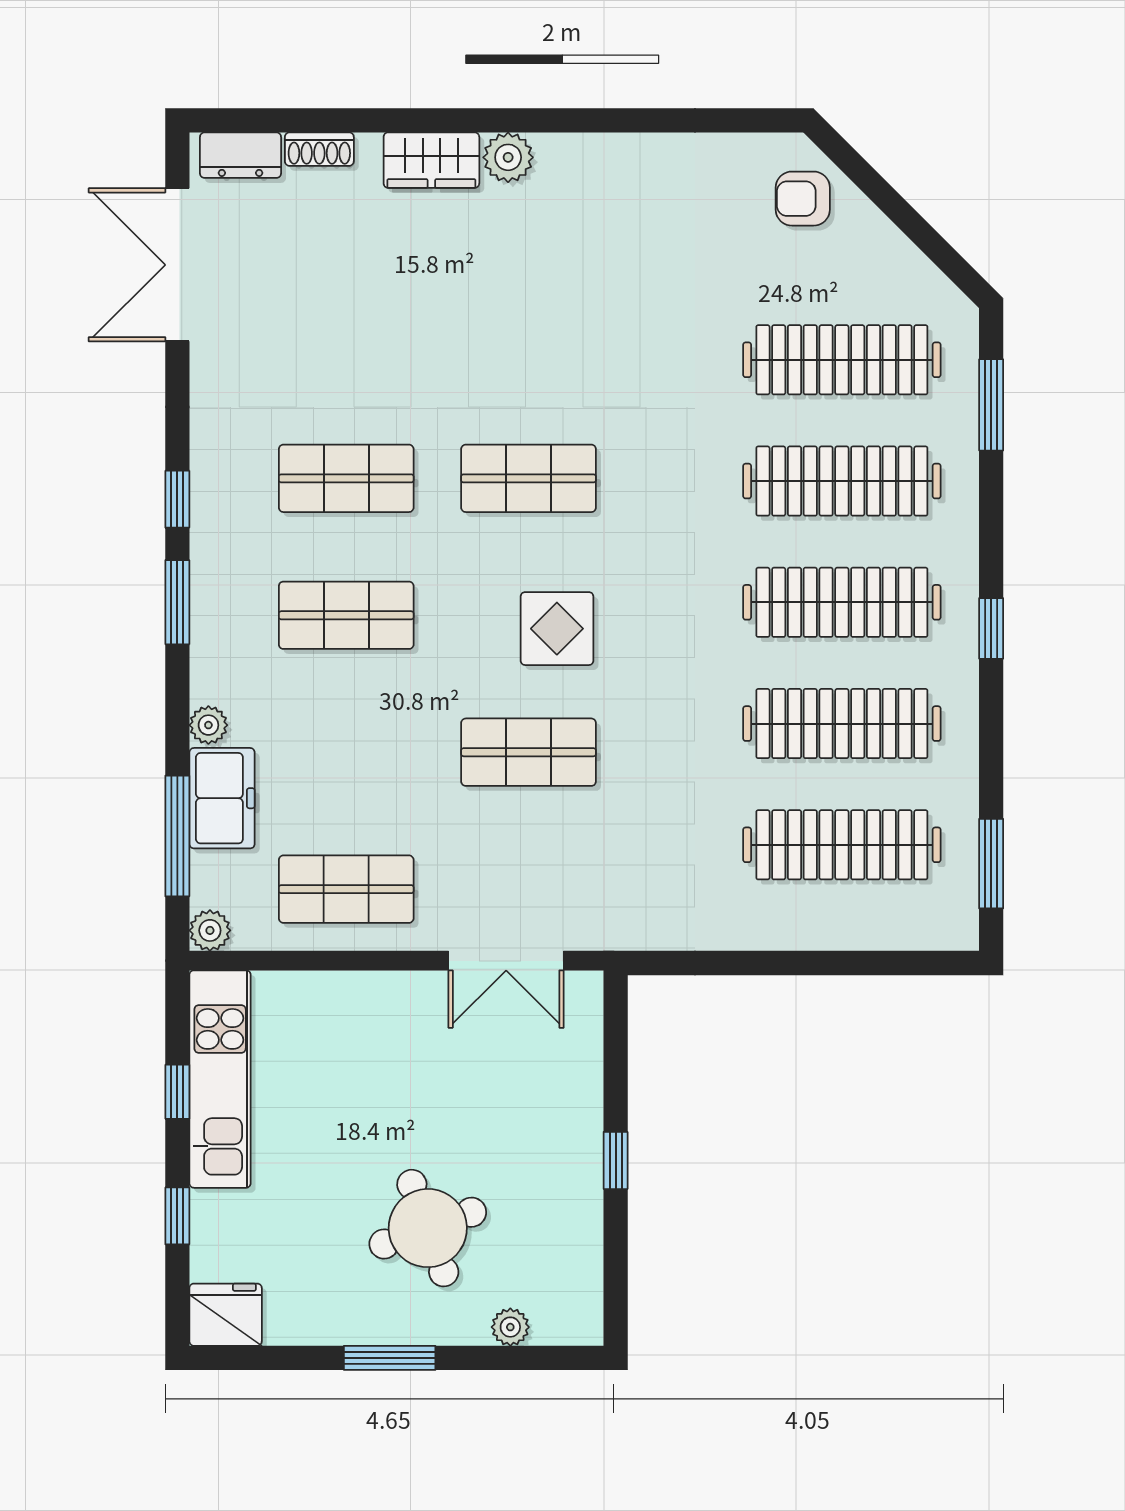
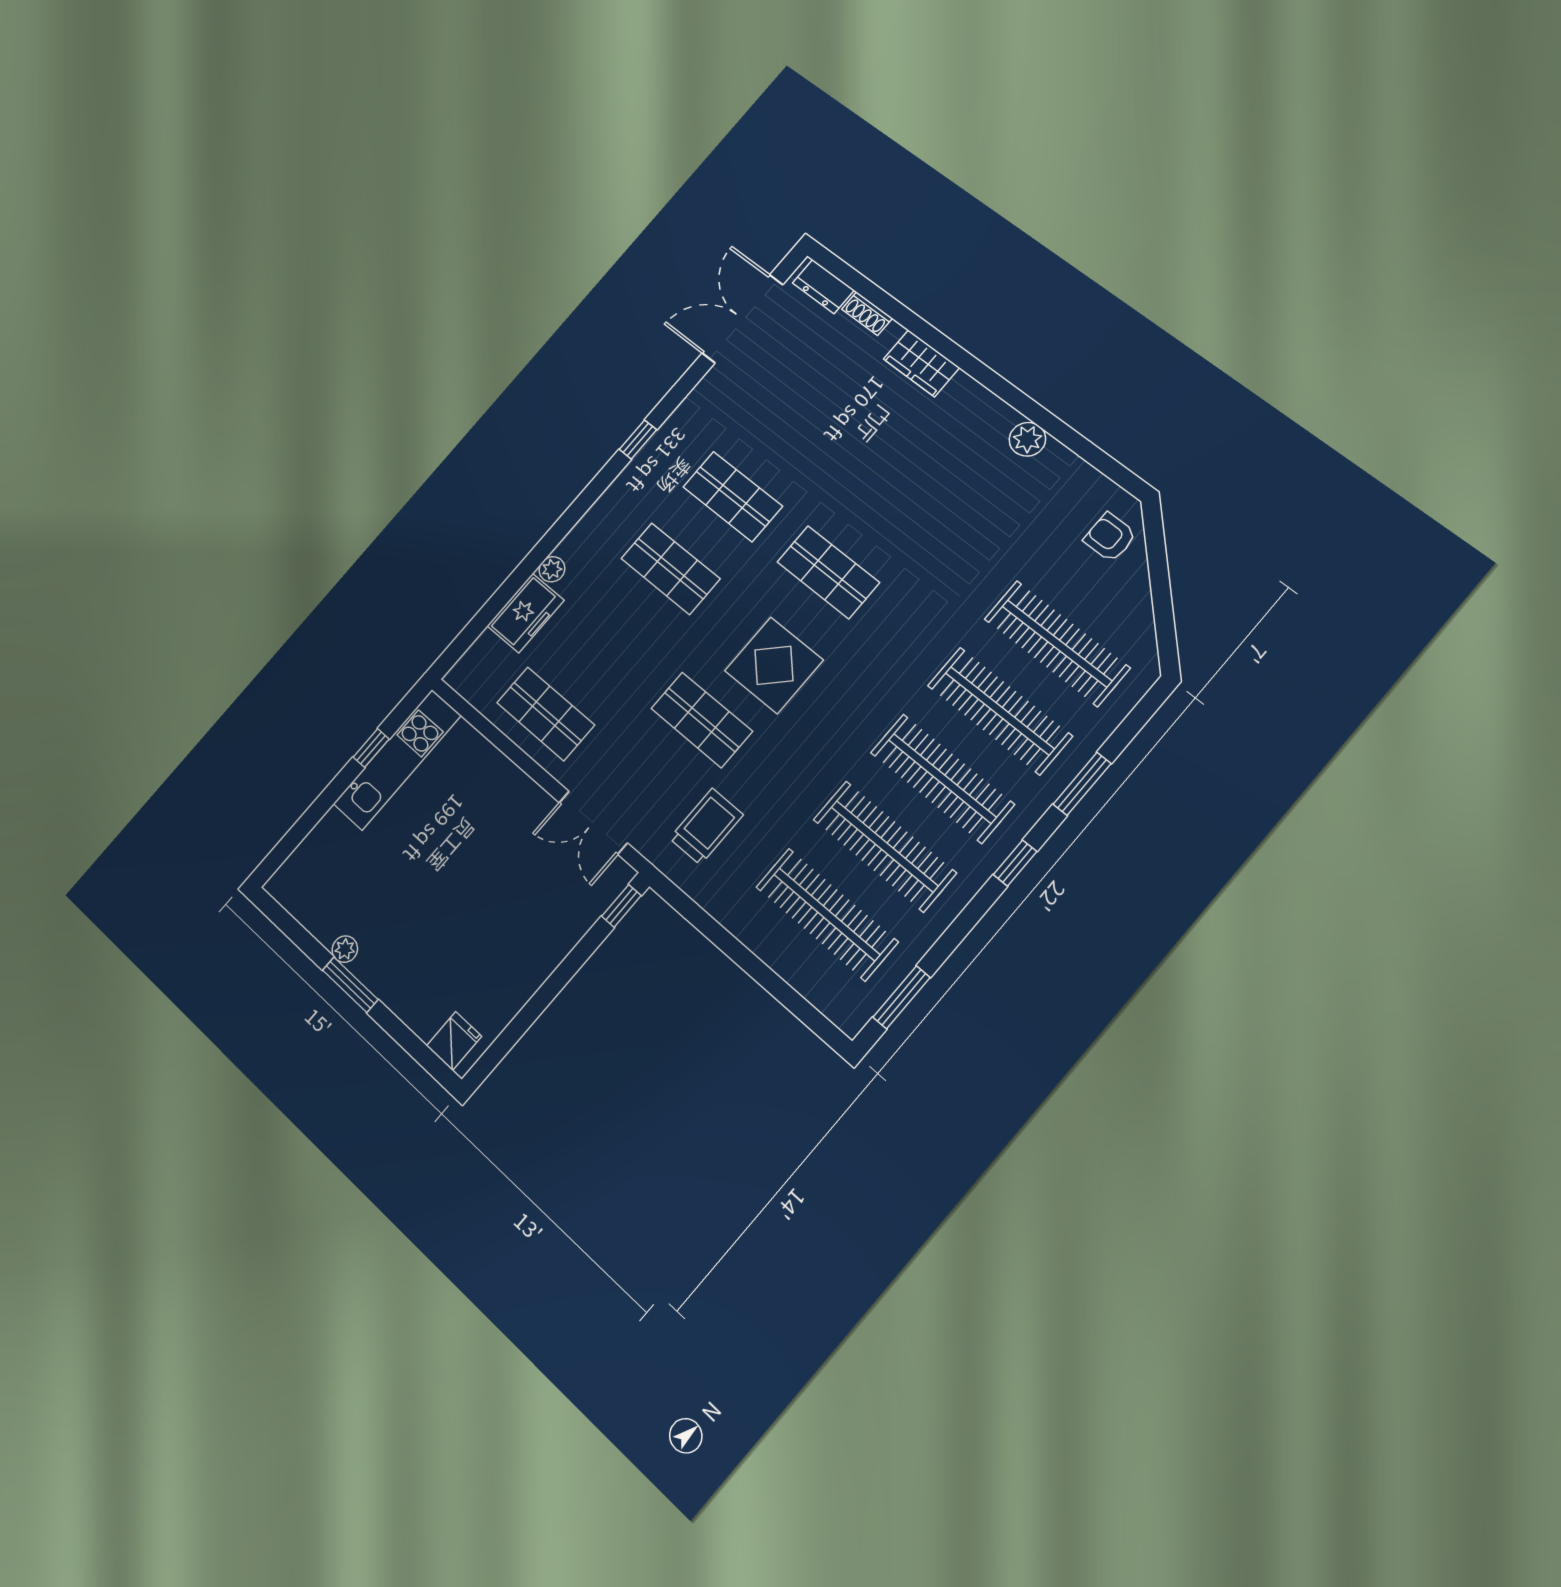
plant: (508, 157) -> (1027, 439), moved
window: (991, 405) -> (1082, 784), moved
window: (177, 602) -> (592, 493), removed
display table: (557, 629) -> (774, 665), width x1.36, depth x1.36
window: (177, 836) -> (487, 614), removed
trolley: (634, 861) -> (706, 827), added
plant: (210, 930) -> (460, 677), removed
window: (616, 1160) -> (621, 906), moved
window: (177, 1216) -> (315, 813), removed
round table: (428, 1228) -> (429, 932), removed
fridge: (226, 1315) -> (454, 1041), moved, width x0.72
plant: (510, 1327) -> (345, 949), moved

